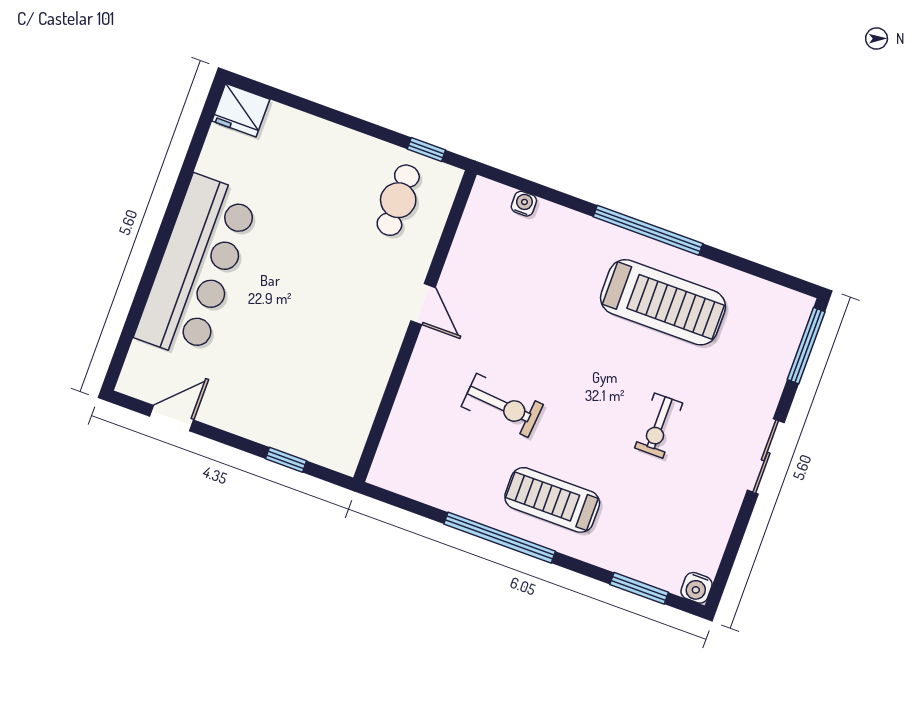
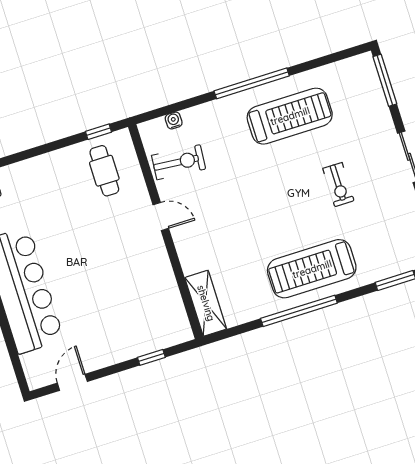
exercise bike: (502, 405) -> (179, 162), moved
shelving: (398, 445) -> (206, 303), added
treadmill: (552, 500) -> (312, 269), width x1.37, depth x1.38

